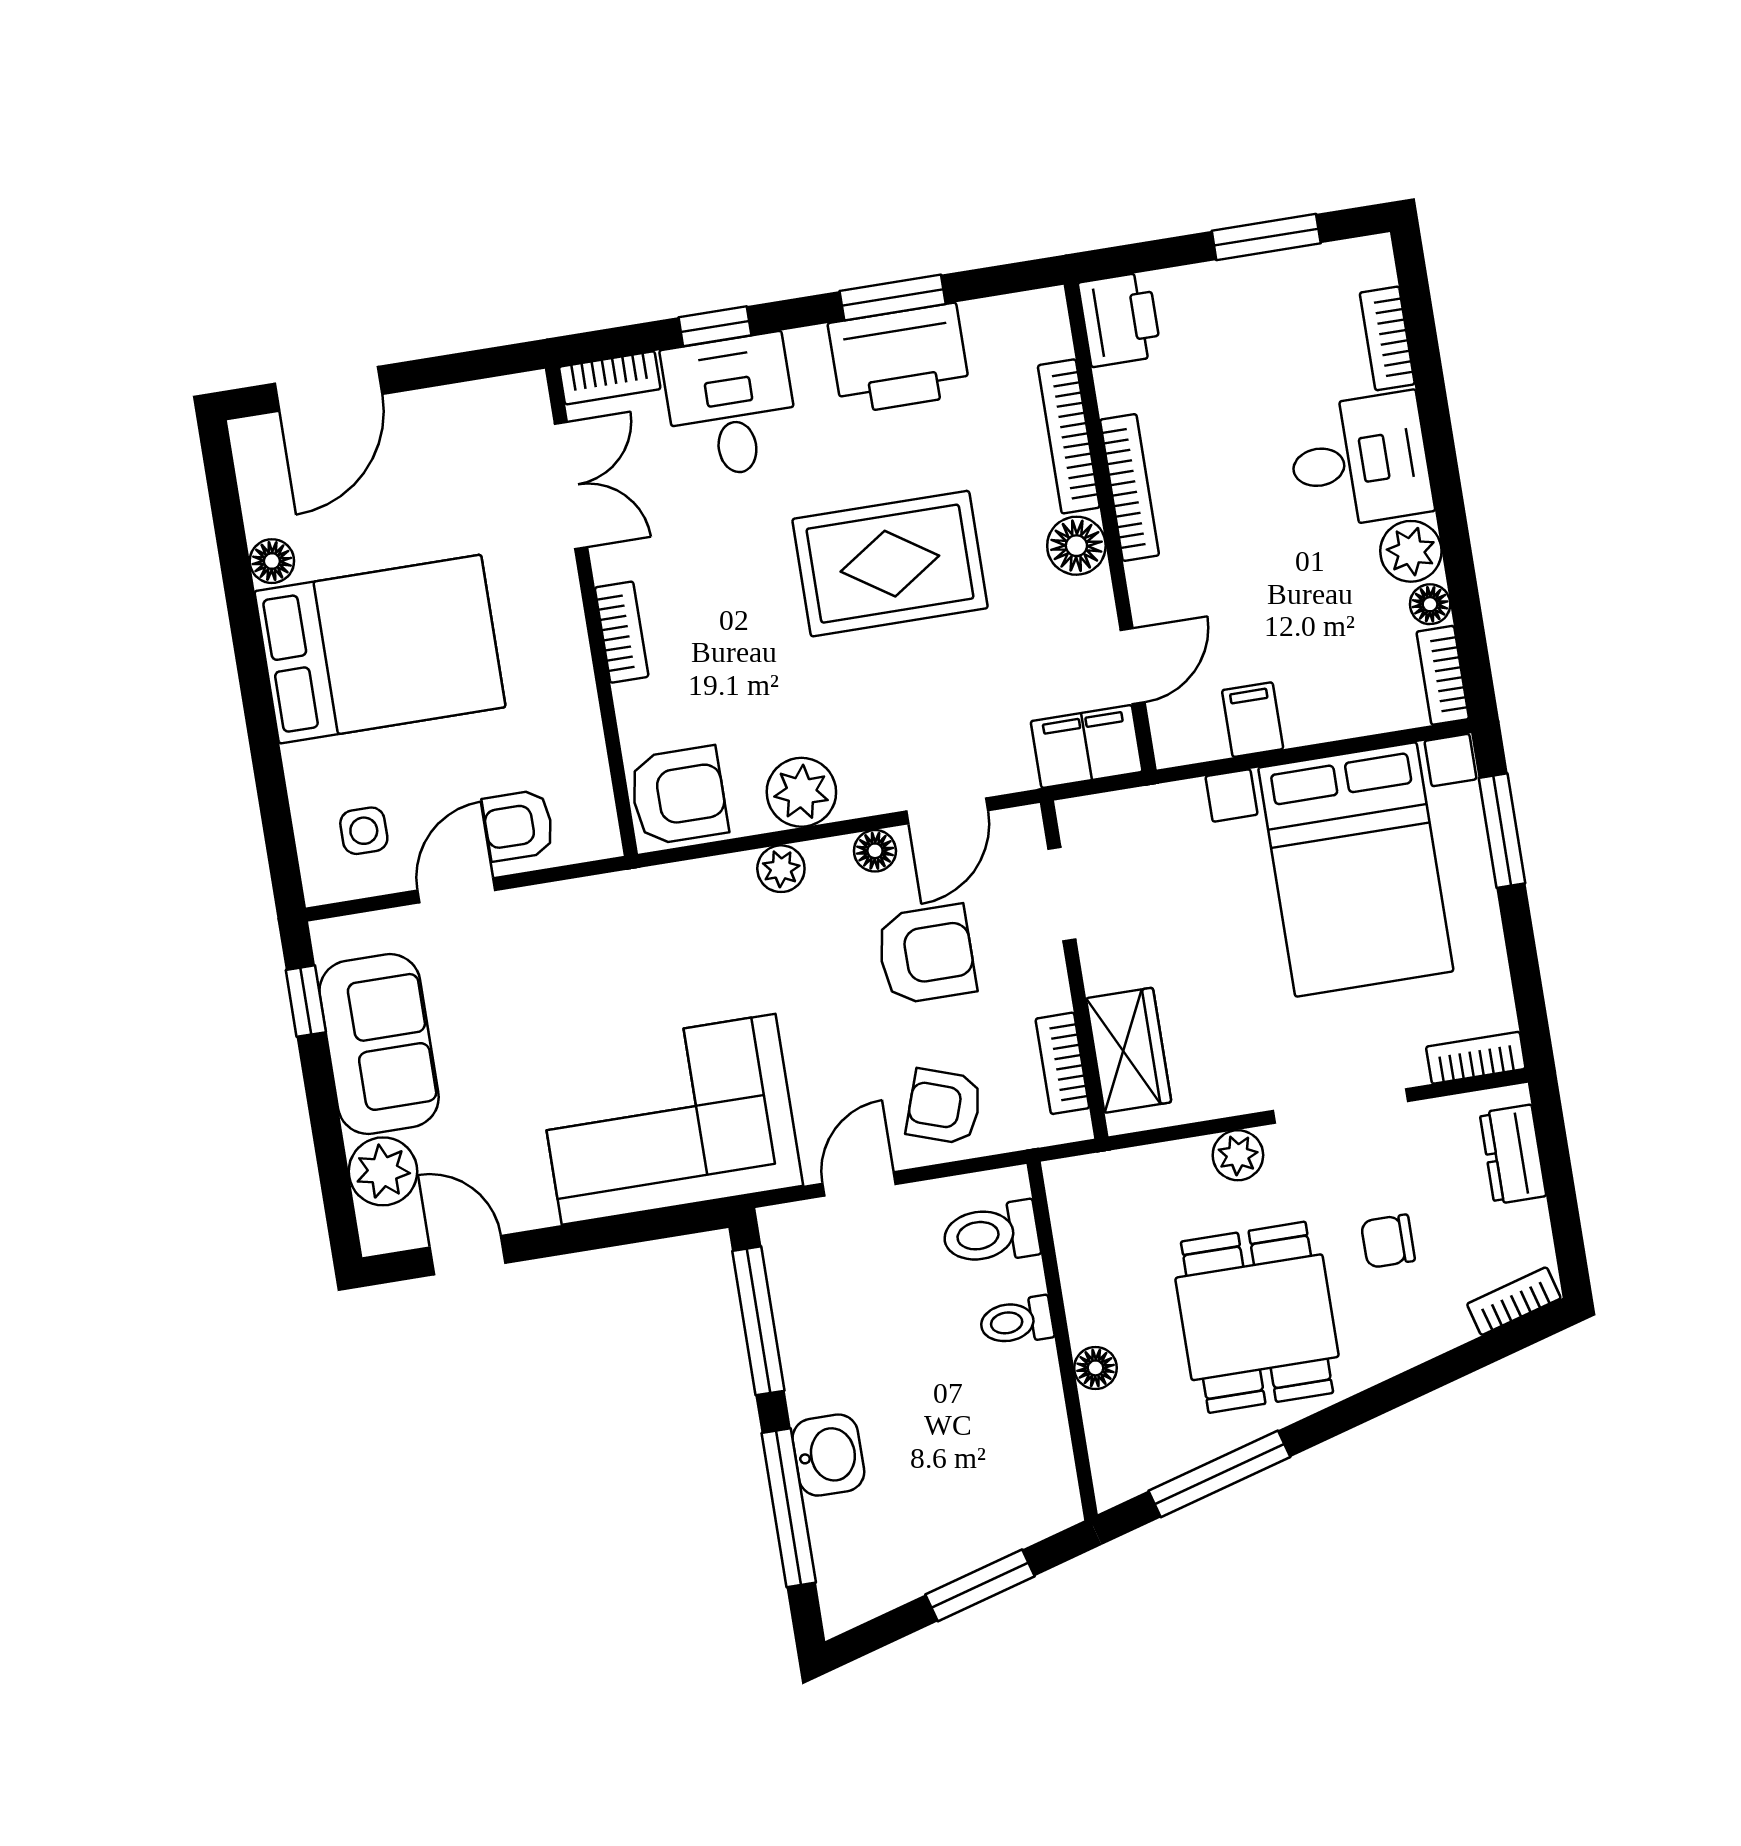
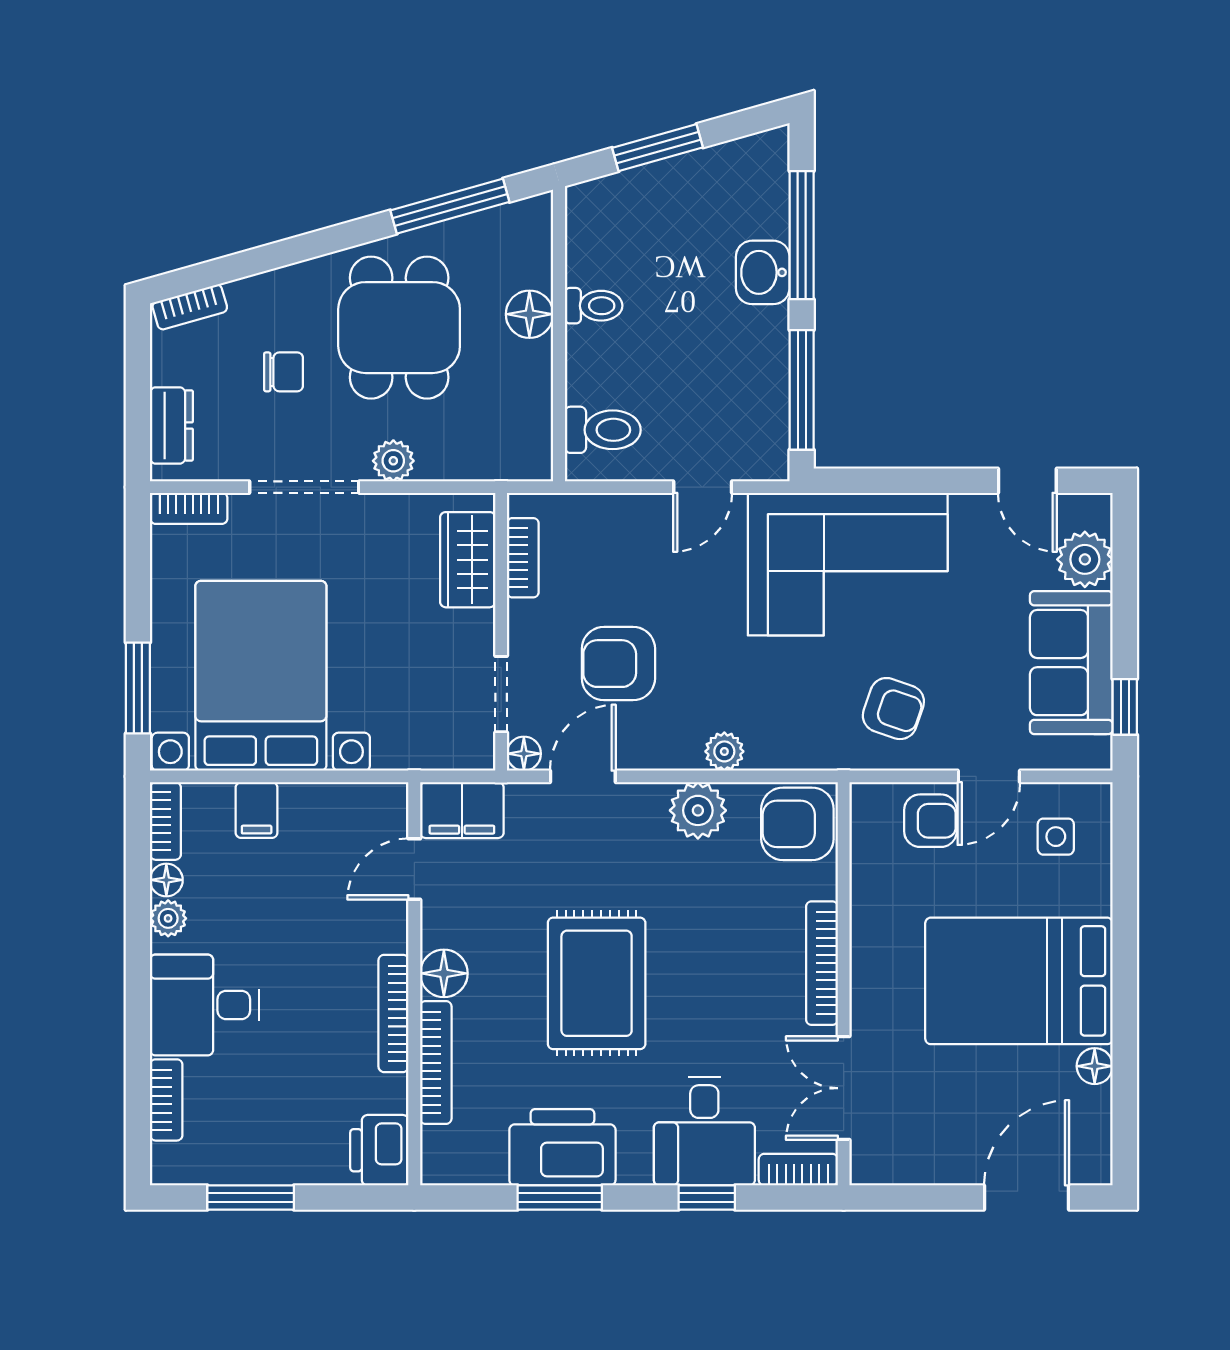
plant: (1411, 551) -> (168, 918), width x0.73, depth x0.73
rug: (890, 564) -> (597, 983), turned 90
bookcase: (622, 632) -> (822, 963), width x1.56
filing cabinet: (1253, 720) -> (257, 810), moved
floor lamp: (875, 851) -> (524, 754), moved
armchair: (944, 1107) -> (893, 709), moved
toilet: (1016, 1321) -> (594, 306), moved
floor lamp: (1095, 1368) -> (529, 314), width x1.37, depth x1.37

